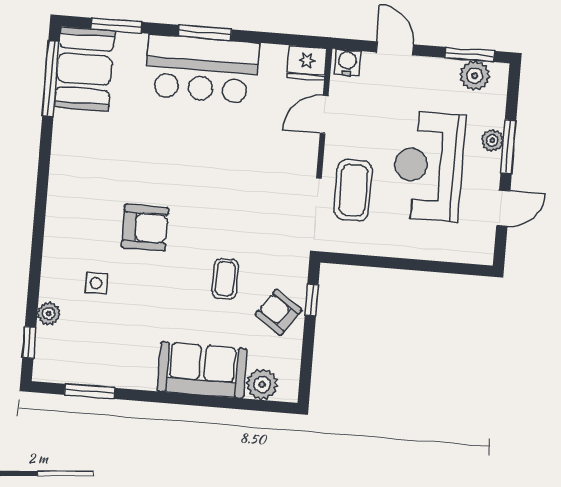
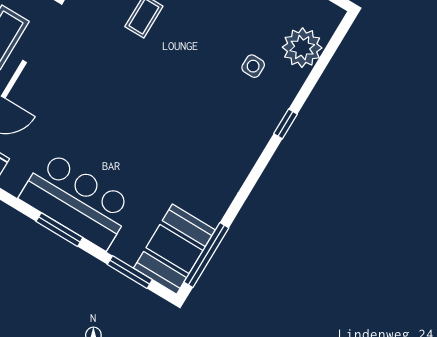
armchair: (145, 228) -> (190, 92), removed
plant: (49, 314) -> (302, 48), width x1.87, depth x1.87
window: (29, 342) -> (285, 124), moved

